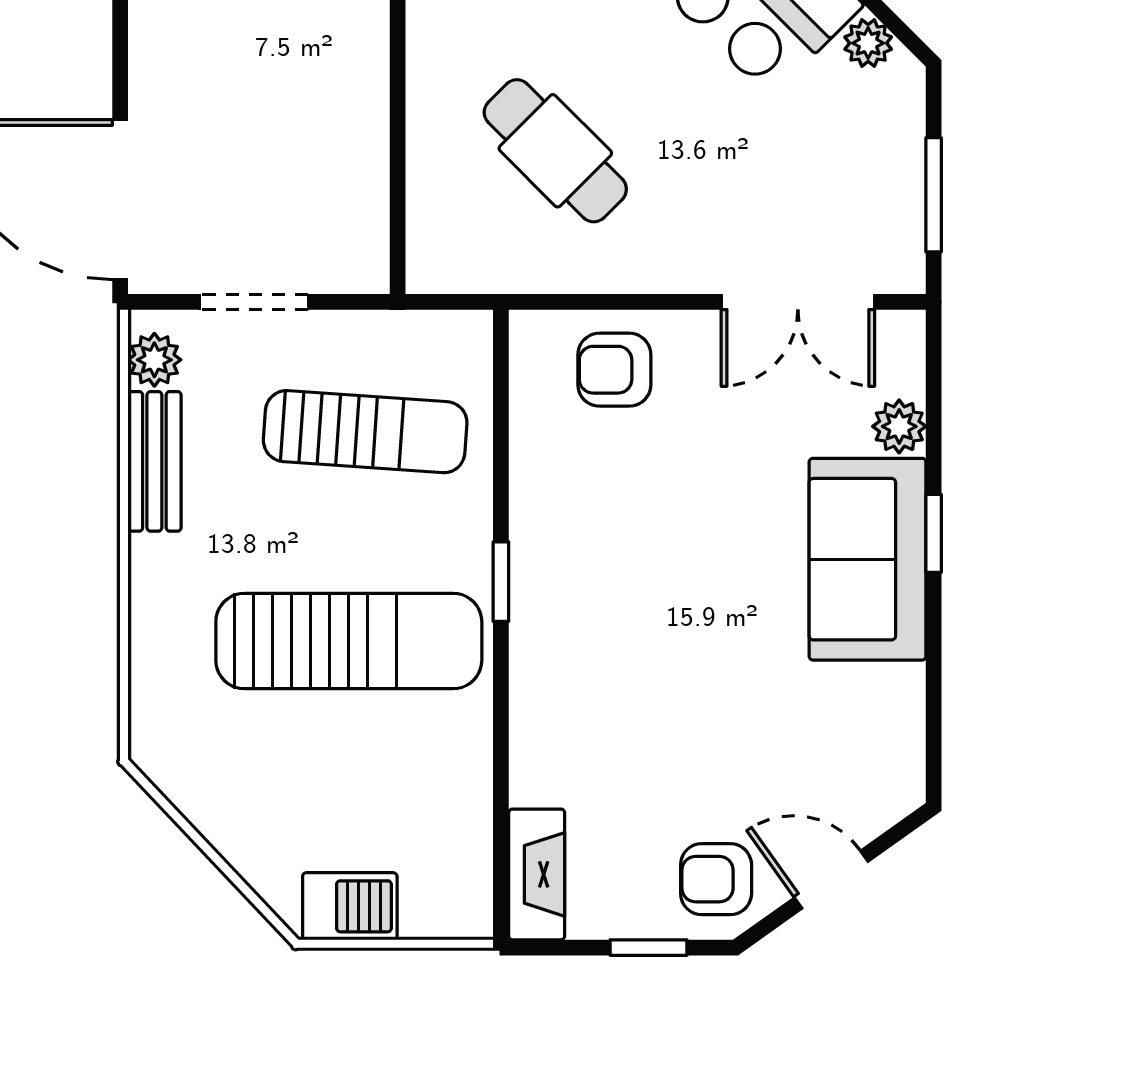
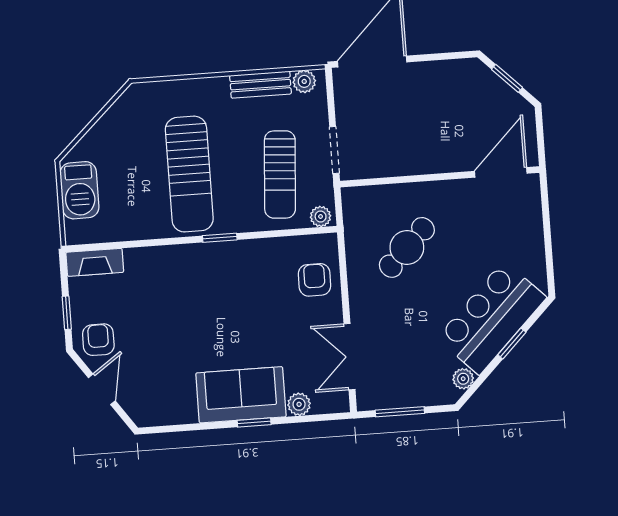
doorway: (254, 302) -> (334, 150), moved
plant: (469, 345) -> (321, 216), added
barbecue: (350, 906) -> (79, 190), width x1.38, depth x1.27

